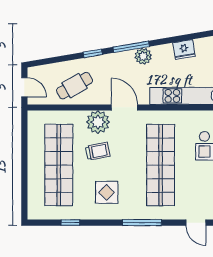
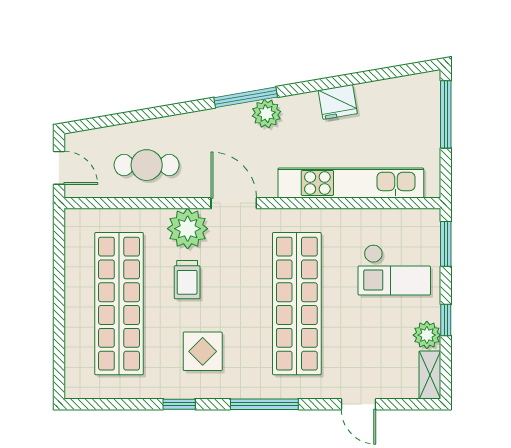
window: (93, 53) -> (179, 109), removed
cafe table: (75, 86) -> (147, 165), turned 30
trolley: (98, 151) -> (187, 280), turned 101
window: (70, 223) -> (179, 404), moved

